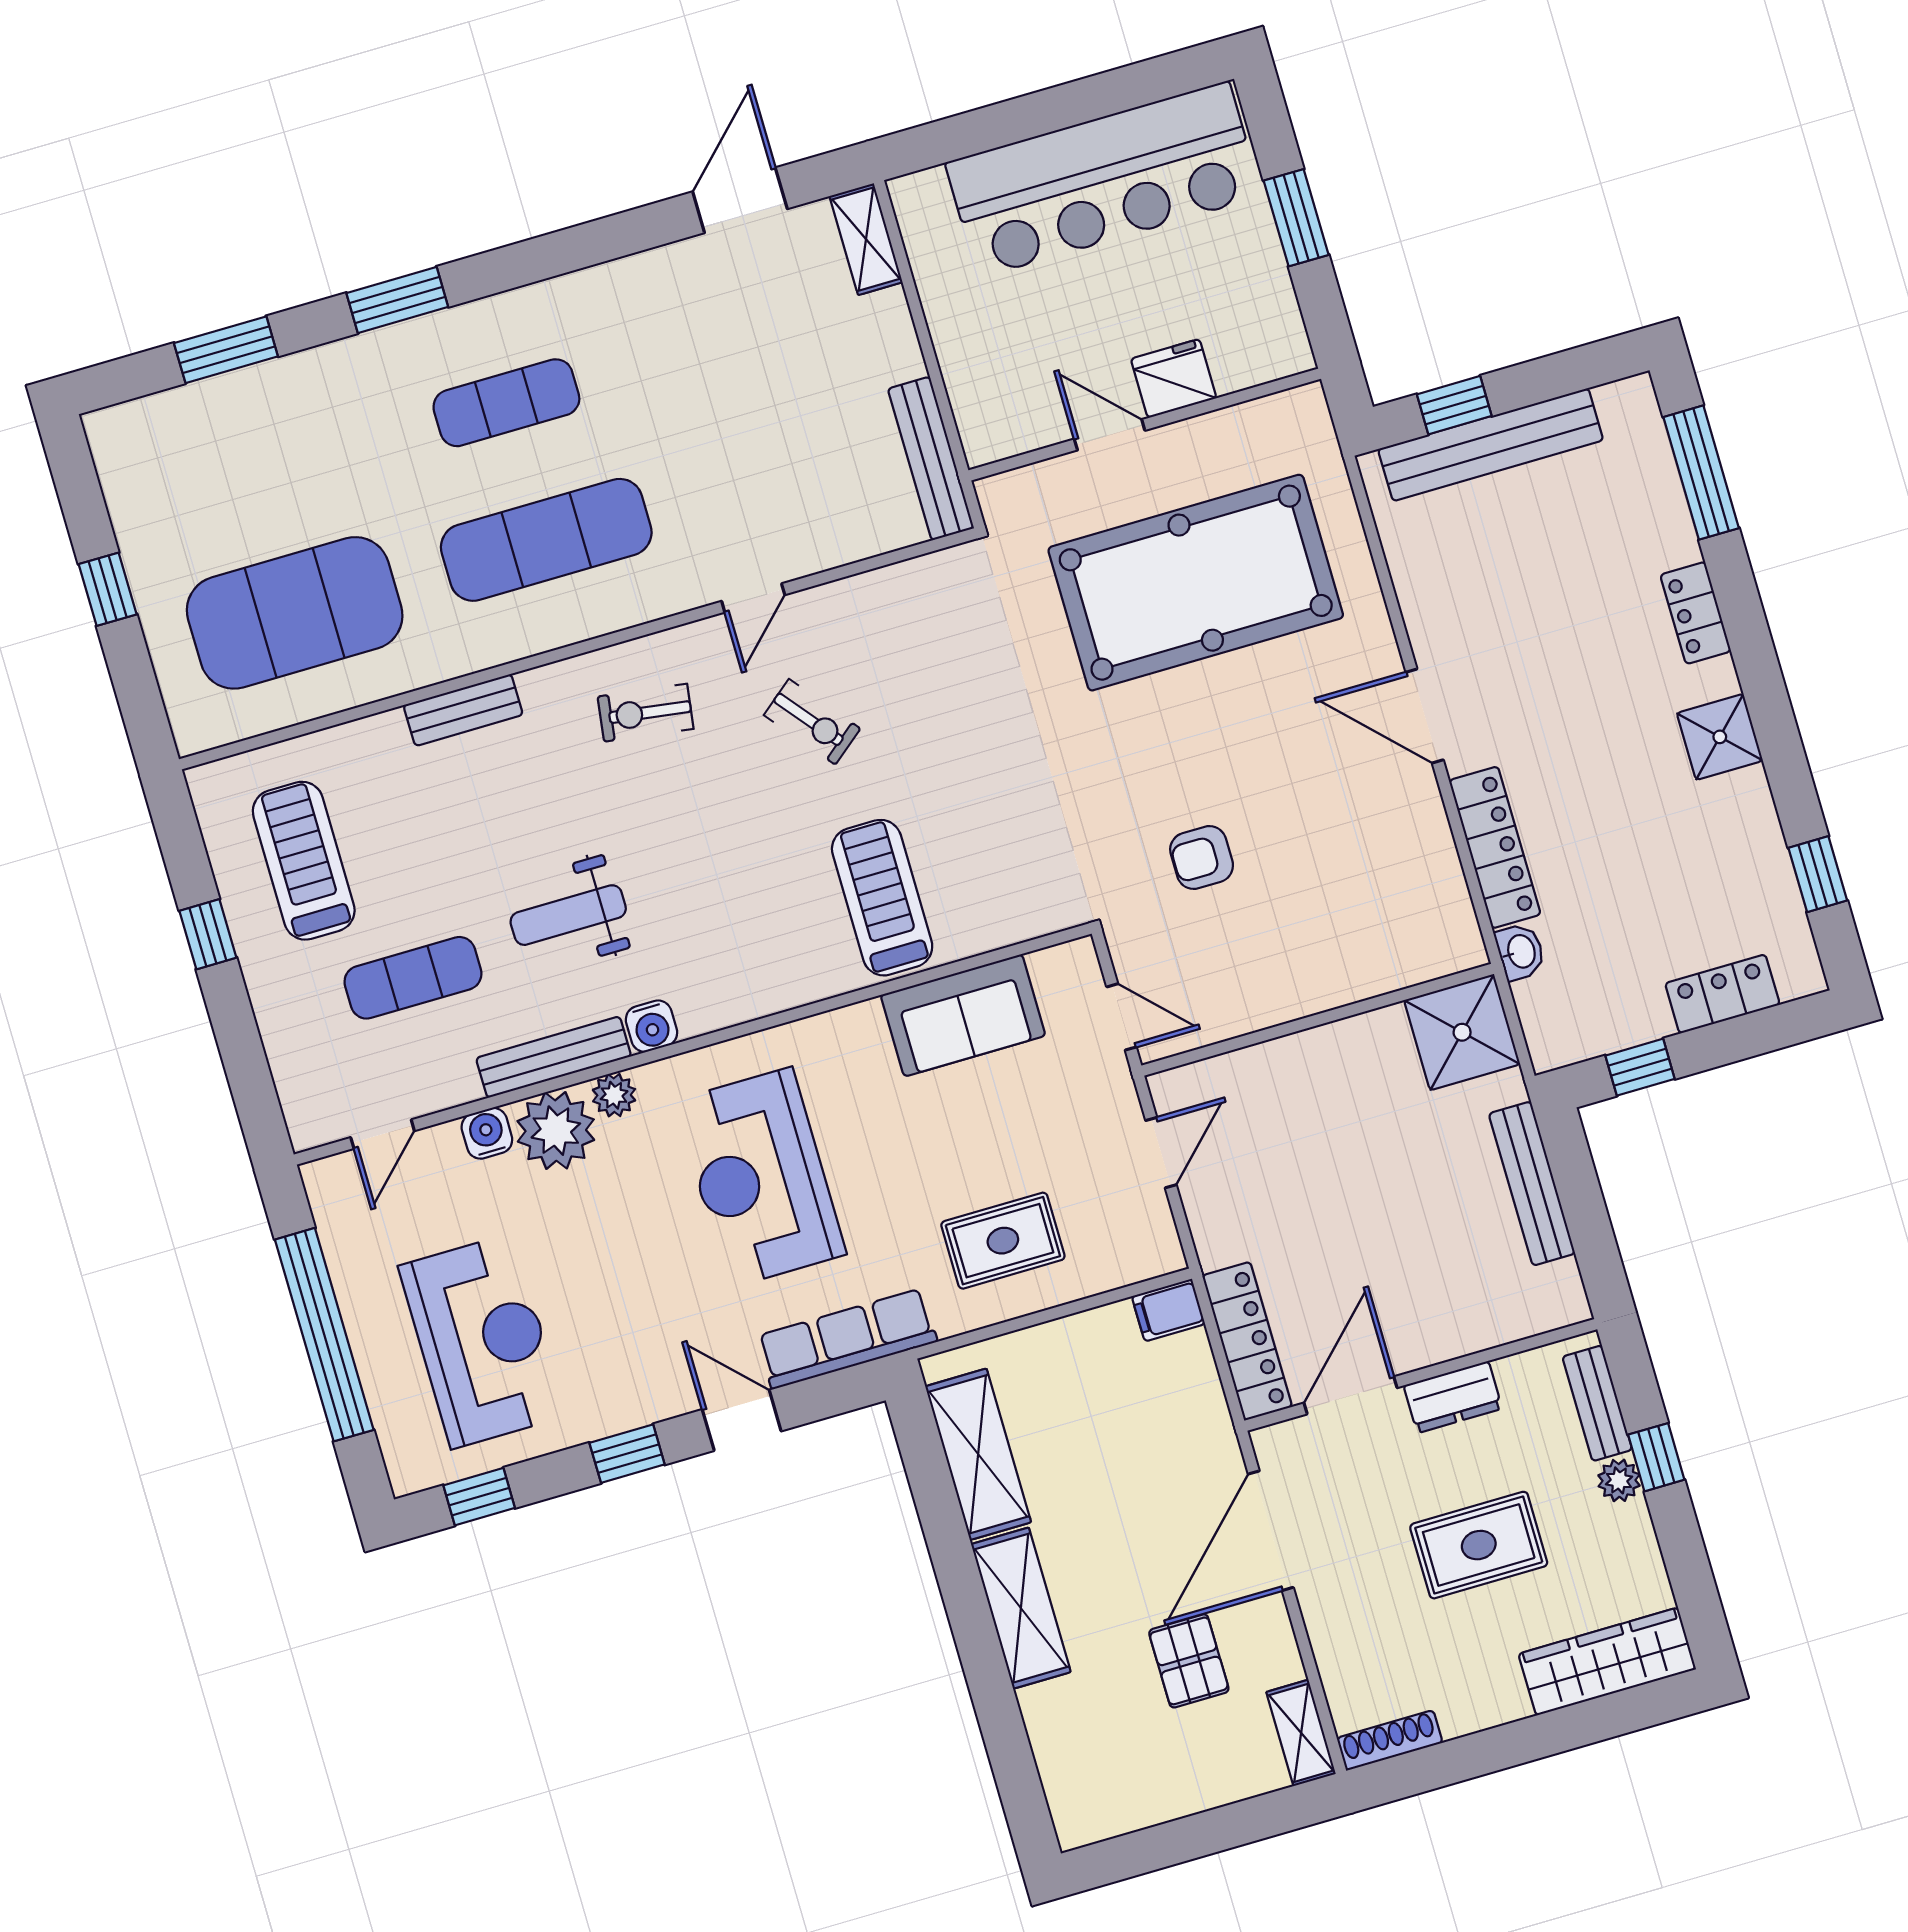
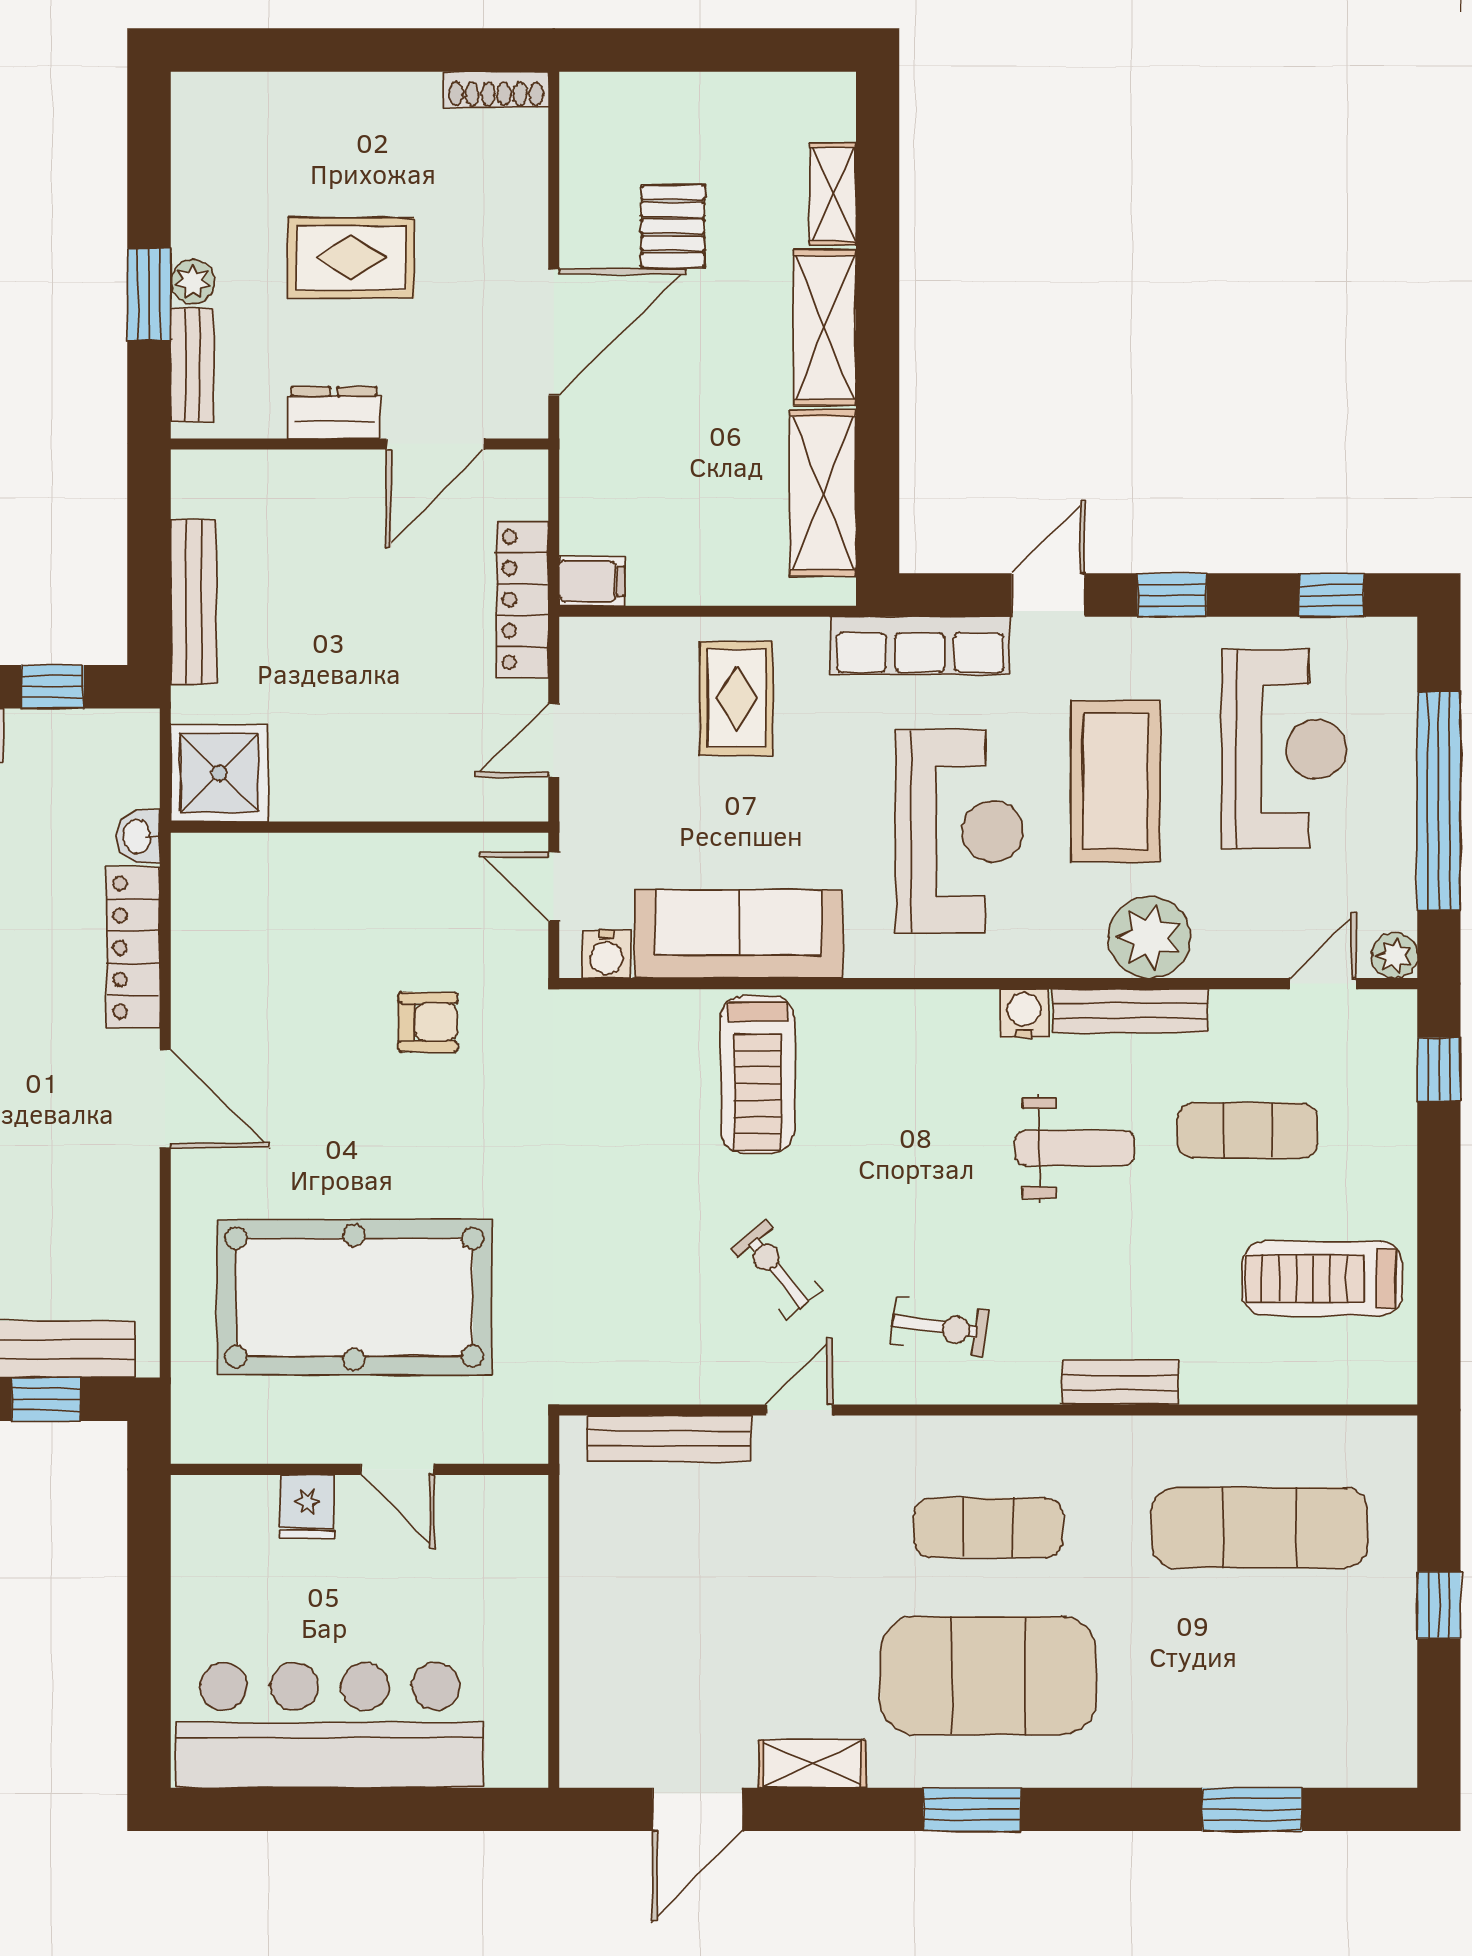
window: (1296, 218) -> (149, 1631), removed
shelving: (866, 239) -> (812, 1764), moved, turned 90
window: (397, 300) -> (972, 1809), moved
fridge: (1174, 378) -> (307, 1507), width x0.72
exercise mat: (506, 403) -> (988, 1676), width x2.00, depth x1.45
bench: (931, 459) -> (669, 1438), moved, turned 90
exercise mat: (546, 540) -> (988, 1528), width x0.73, depth x0.69
exercise mat: (295, 613) -> (1260, 1528), width x0.68
treadmill: (304, 861) -> (1322, 1278), turned 90
window: (208, 934) -> (1439, 1069), moved
sofa: (963, 1015) -> (739, 934), width x1.36
plant: (614, 1095) -> (1395, 956), moved
water cooler: (487, 1133) -> (606, 954), moved
rug: (1003, 1241) -> (736, 698), turned 90
coffee table: (629, 1266) -> (1115, 781), added
reception desk: (482, 1341) -> (1284, 749), turned 180
locker: (1247, 1341) -> (522, 599), moved
door: (742, 1420) -> (1048, 595), swing flipped
window: (1656, 1457) -> (149, 294), width x1.50
wardrobe: (1607, 1662) -> (257, 105), removed
shelving: (1301, 1733) -> (833, 194), moved

